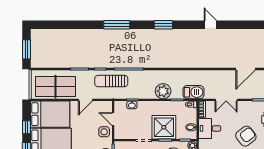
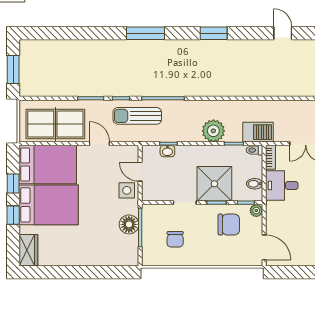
door: (85, 100) -> (99, 144), swing flipped

